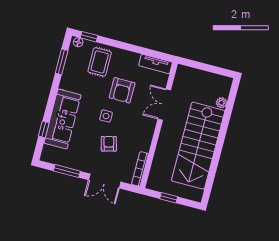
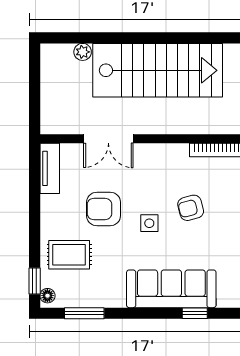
armchair: (122, 90) -> (104, 209), turned 180

